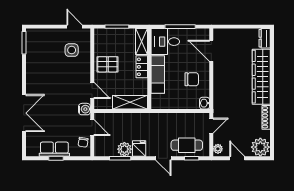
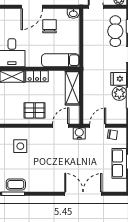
coffee table: (33, 45) -> (16, 184), added
door: (211, 51) -> (32, 7), moved
pallet: (107, 64) -> (35, 110), turned 90
exam couch: (158, 75) -> (60, 60), moved

